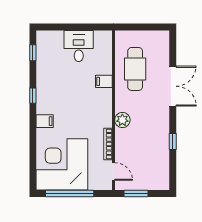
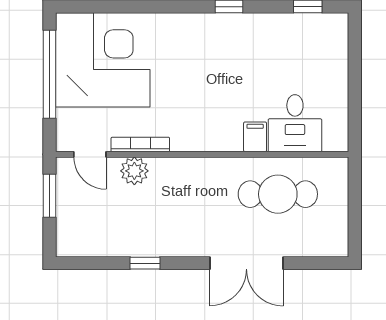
desk: (79, 46) -> (295, 123), moved, turned 90
plant: (122, 120) -> (134, 171), moved
filing cabinet: (45, 121) -> (182, 28), removed
door: (113, 171) -> (90, 154), hinge flipped

